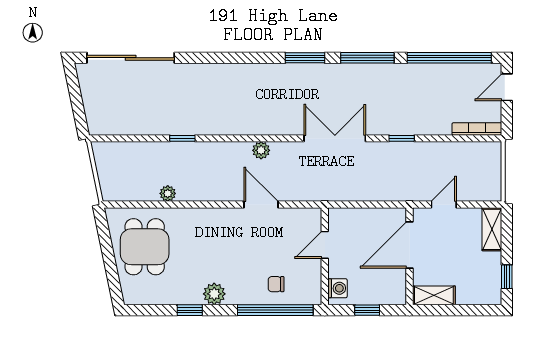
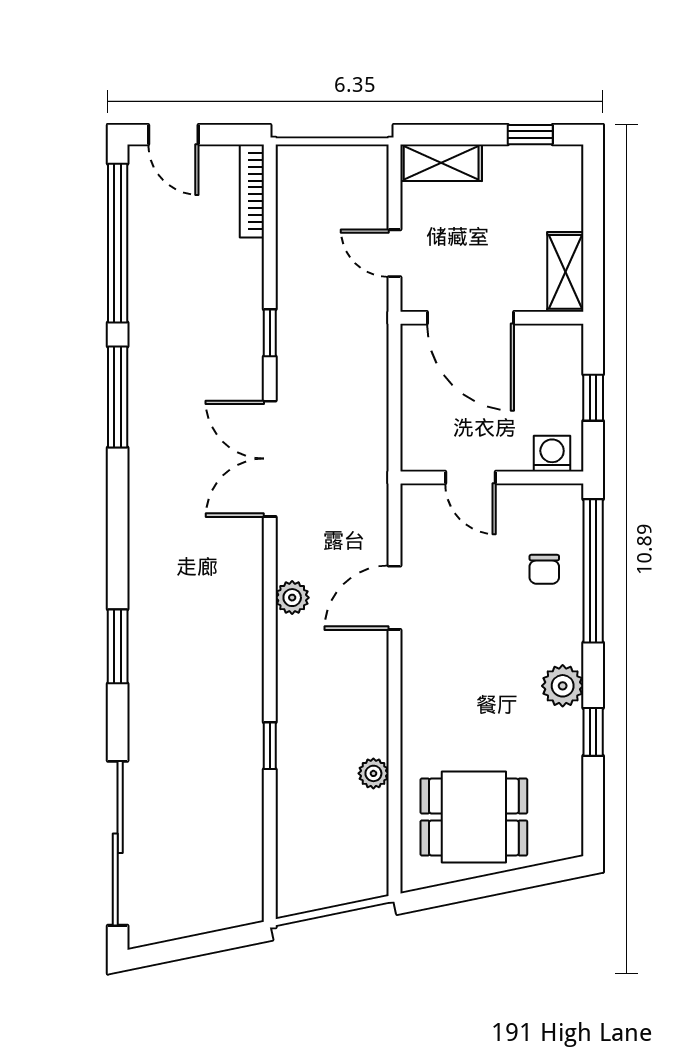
window: (305, 58) -> (118, 646), moved

